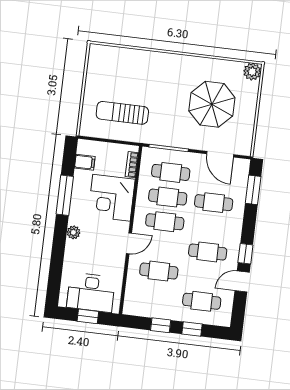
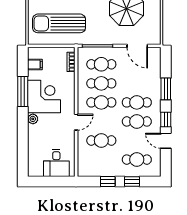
sun lounger: (122, 113) -> (59, 23), width x1.36, depth x1.34
window: (253, 190) -> (166, 89), moved
corner desk: (111, 198) -> (44, 96), moved, turned 180
cafe table: (214, 203) -> (137, 102), moved
door: (242, 281) -> (166, 141), hinge flipped
desk: (91, 292) -> (56, 163), width x0.73
window: (88, 316) -> (52, 182), removed

